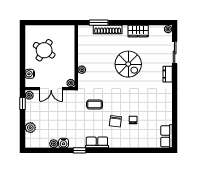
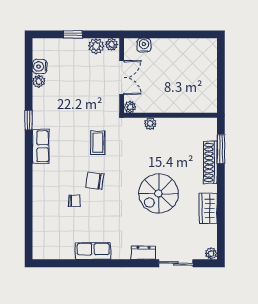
round table: (44, 50) -> (179, 67), removed
double door: (51, 89) -> (122, 77), swing flipped
window: (23, 104) -> (73, 34), moved
chair: (115, 121) -> (95, 181), moved
plant: (30, 128) -> (96, 46), moved
row of seats: (166, 136) -> (93, 251), moved
water cooler: (64, 143) -> (40, 67), moved

